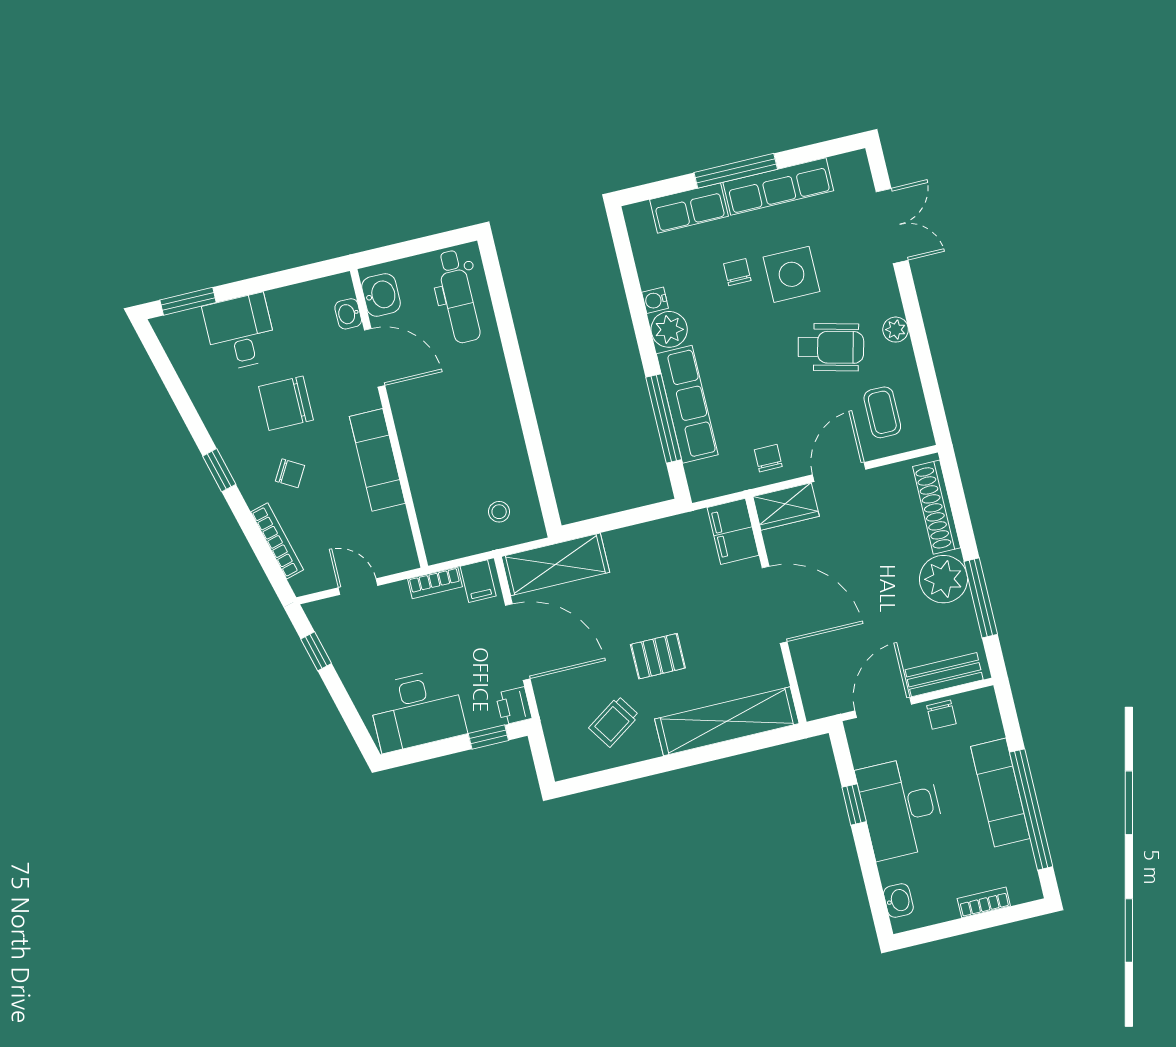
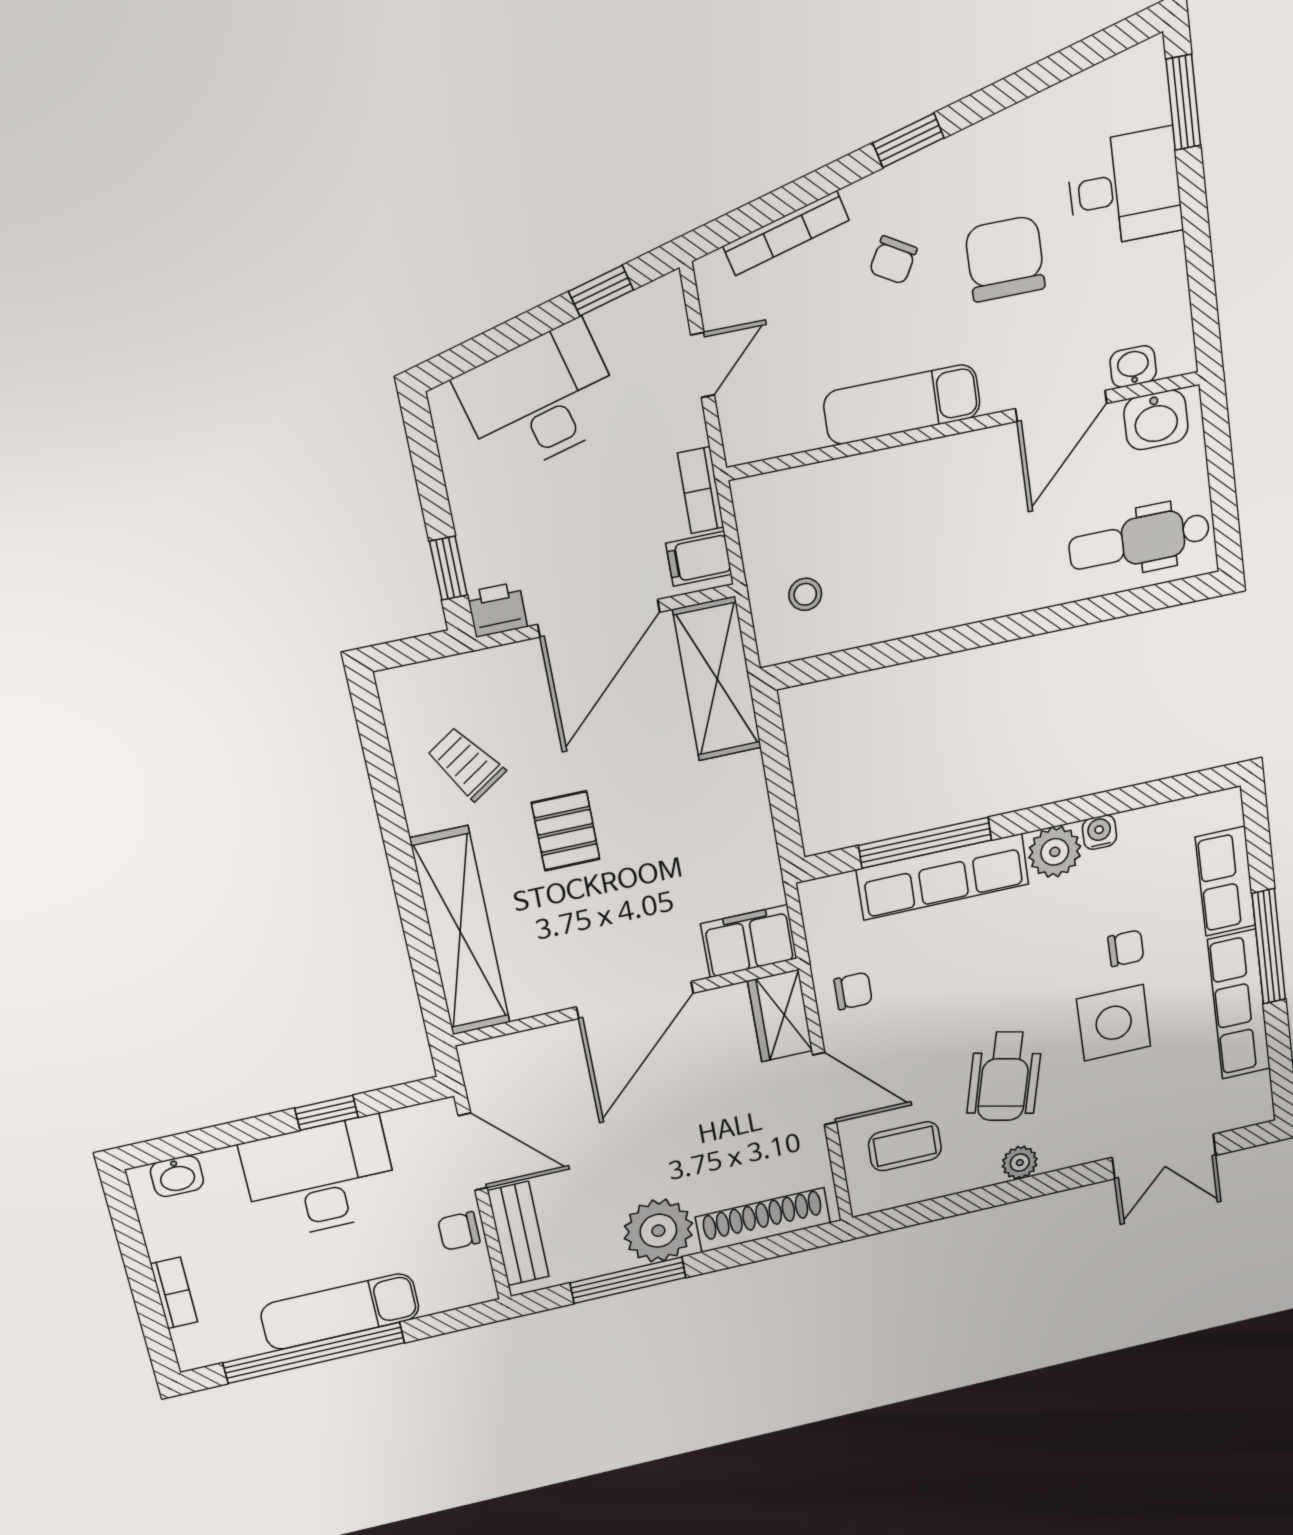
desk: (417, 710) -> (540, 399), moved, turned 75

